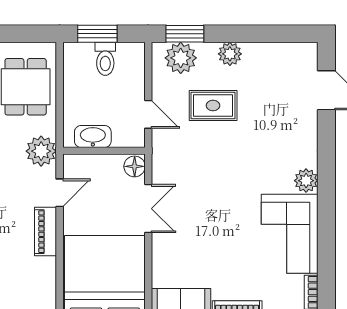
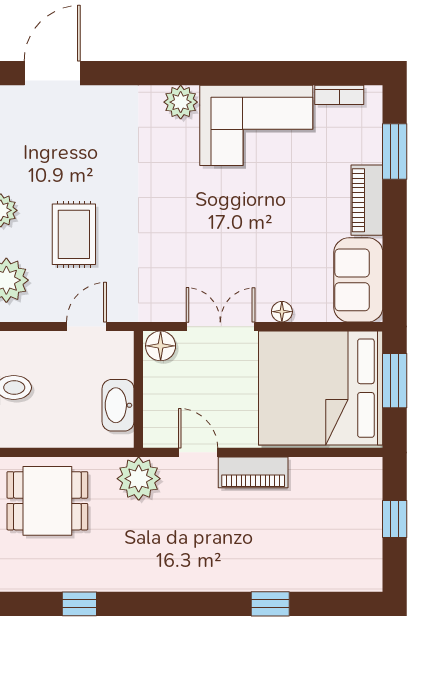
floor lamp: (159, 252) -> (282, 312), added

